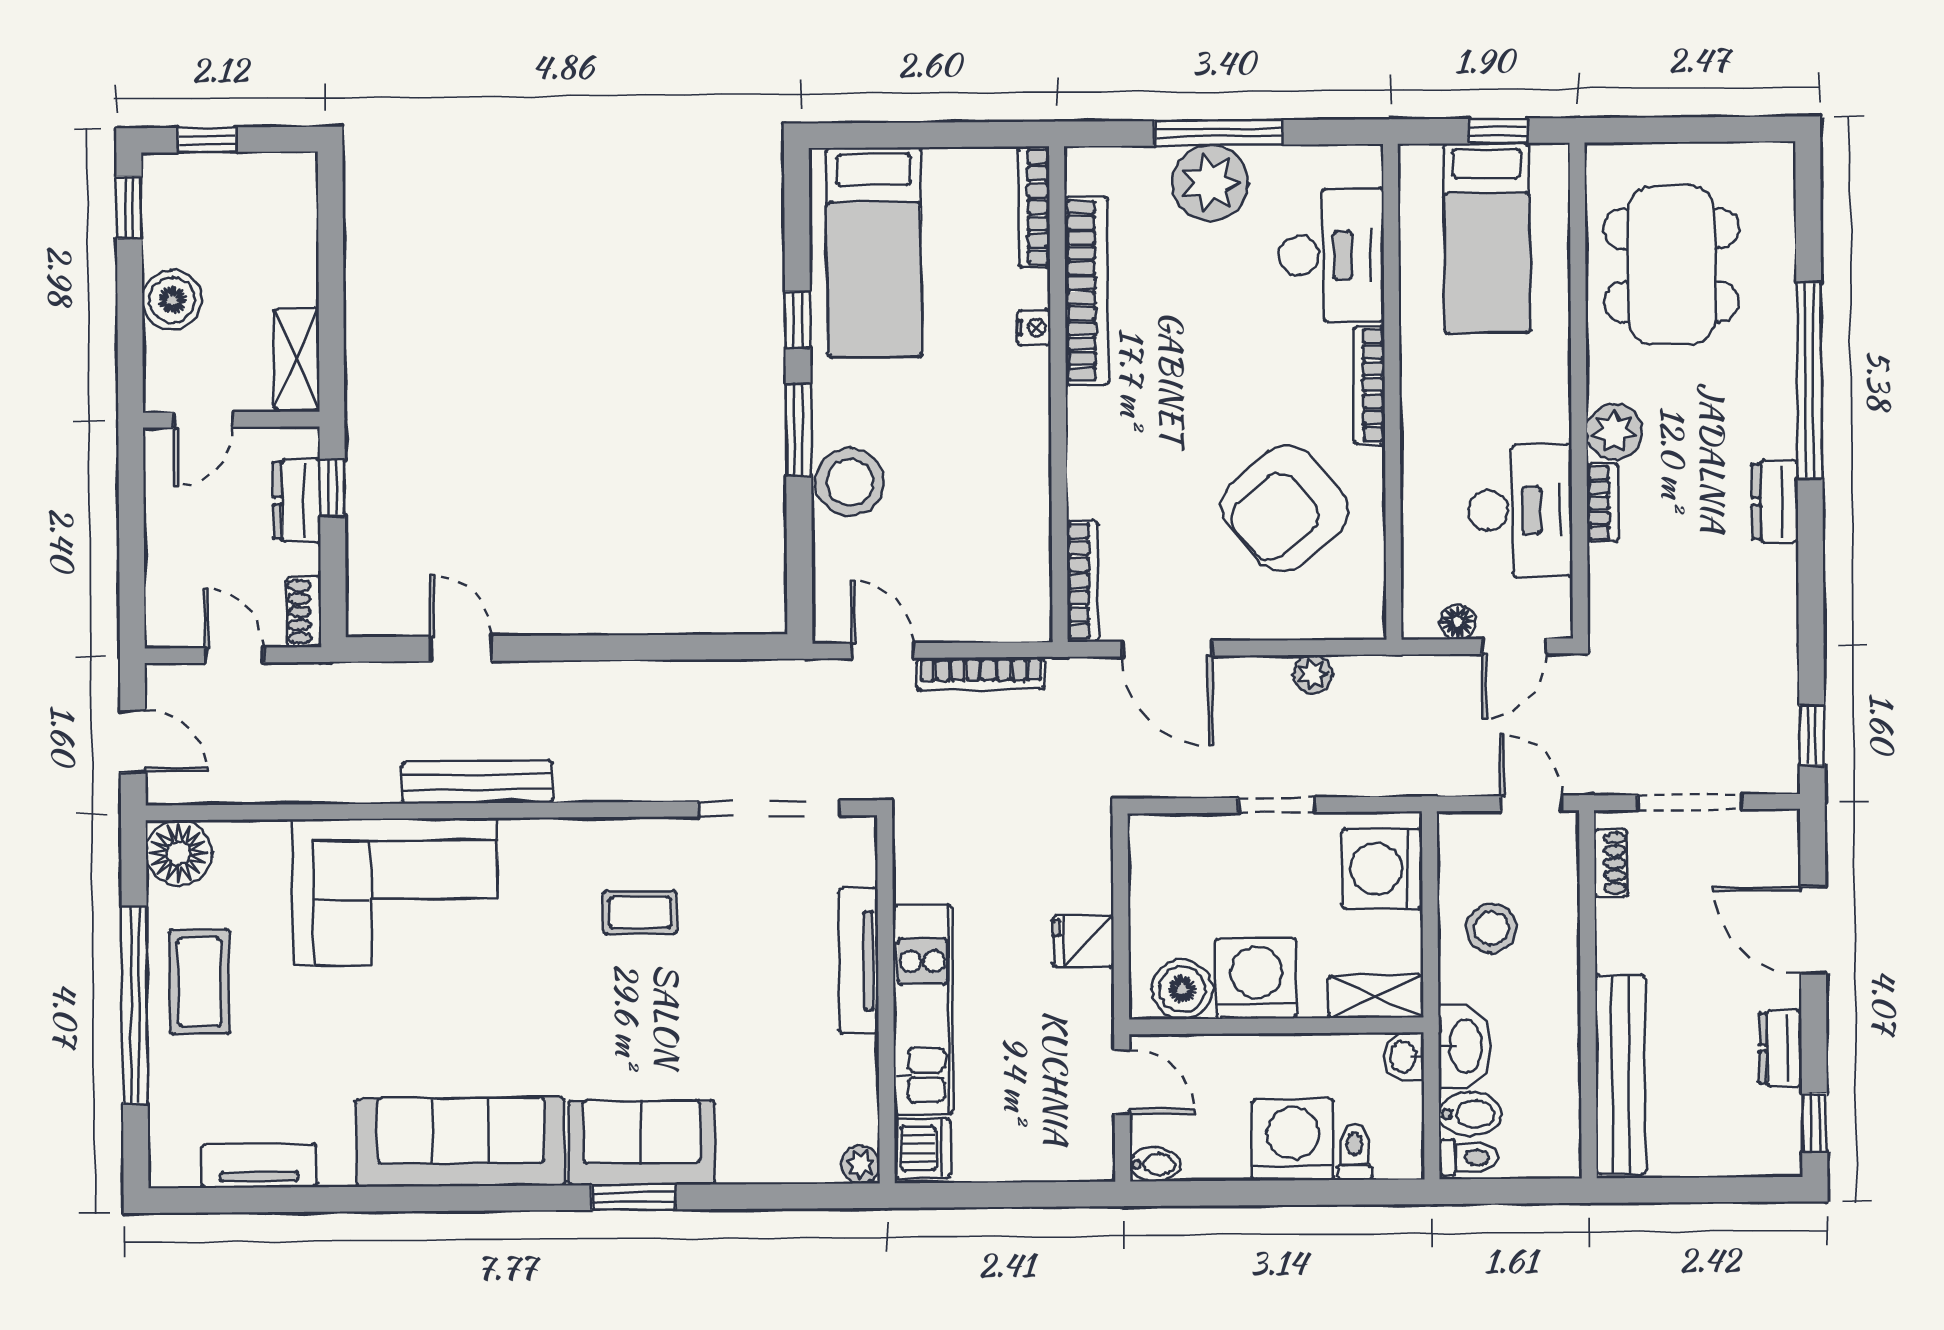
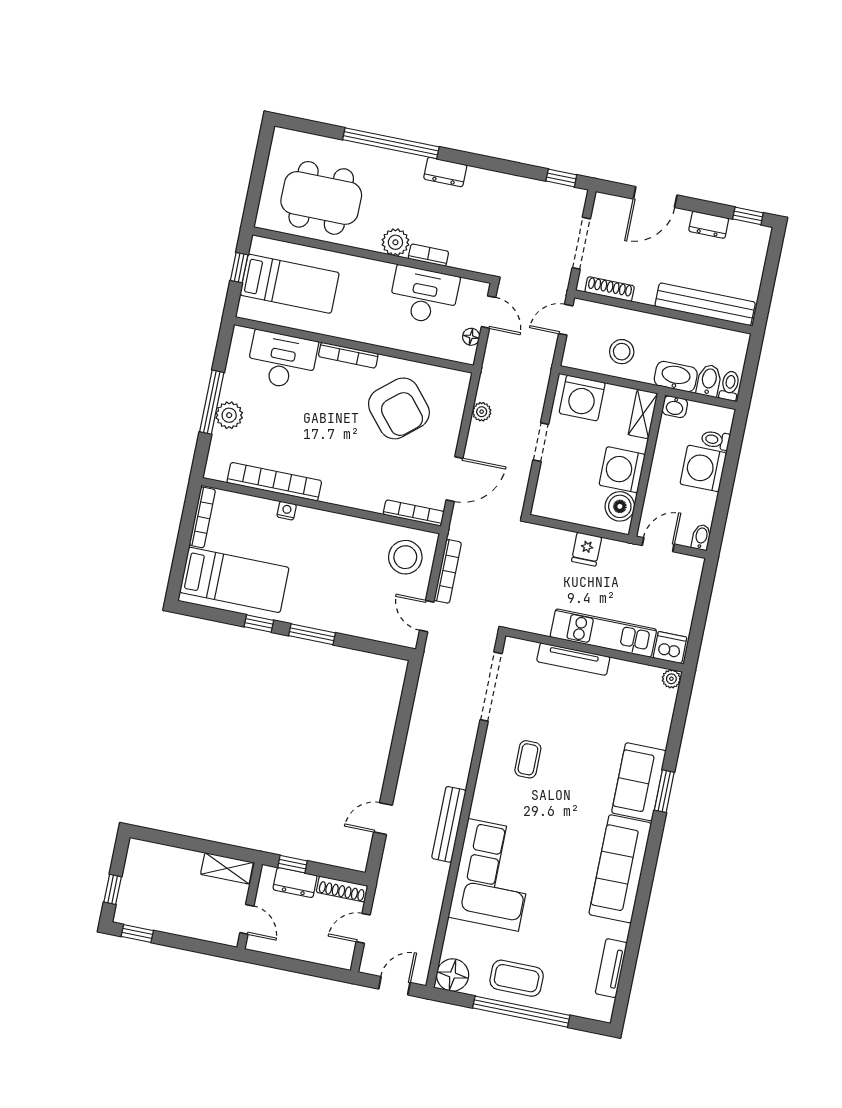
plant: (1210, 183) -> (229, 415), width x0.73, depth x0.73
bookcase: (1034, 207) -> (202, 517), moved, turned -90
boiler: (172, 300) -> (186, 922), removed
stool: (850, 482) -> (405, 557), moved
shoe rack: (304, 612) -> (342, 889), width x1.43
door: (883, 651) -> (427, 616), hinge flipped
shoe rack: (1611, 863) -> (610, 289), width x1.43

